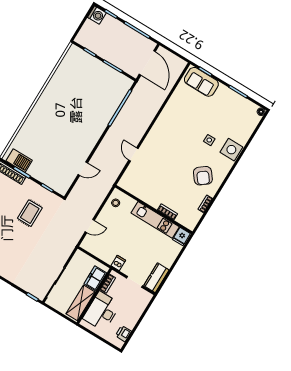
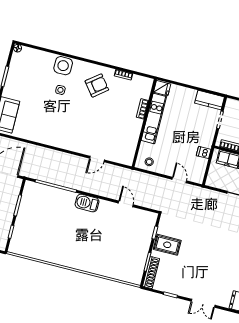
barbecue: (19, 161) -> (87, 203), moved, turned -90
rug: (30, 213) -> (167, 245), moved
dishwasher: (118, 263) -> (204, 152), moved

